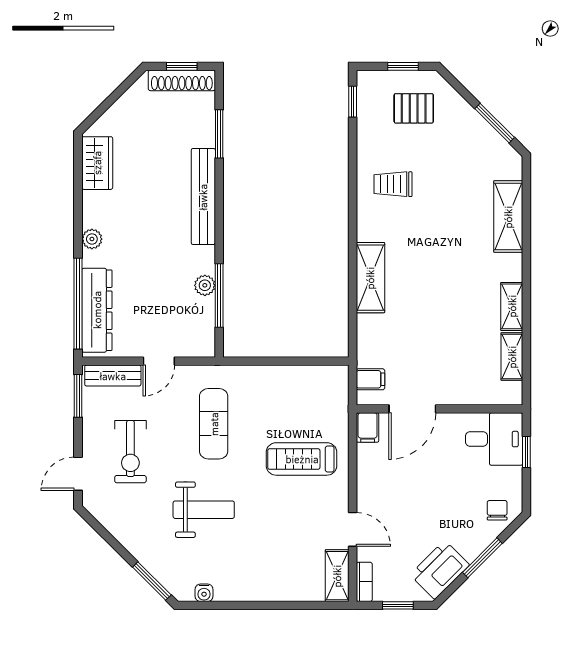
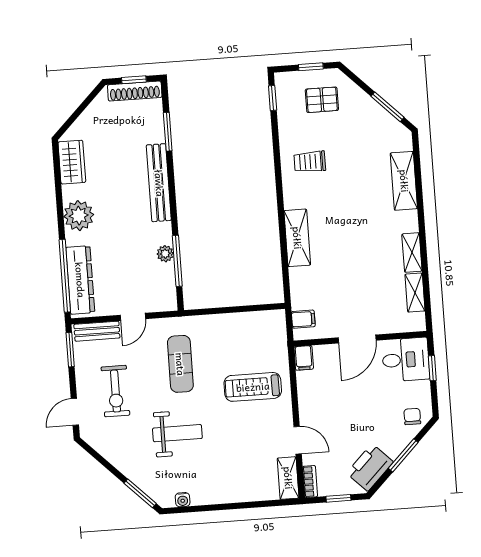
plant: (92, 239) -> (79, 216), width x1.87, depth x1.87
door: (412, 409) -> (357, 339), moved

